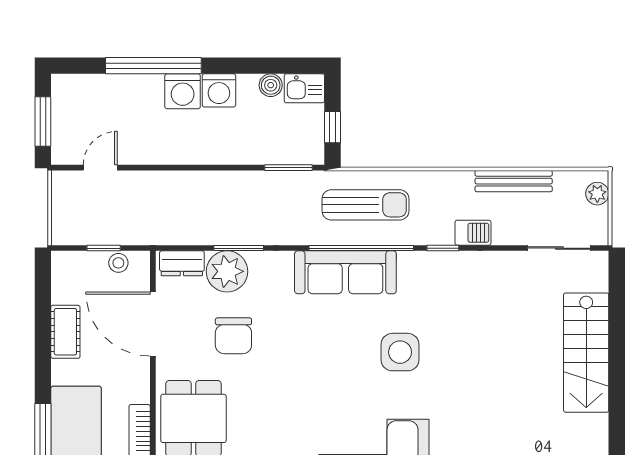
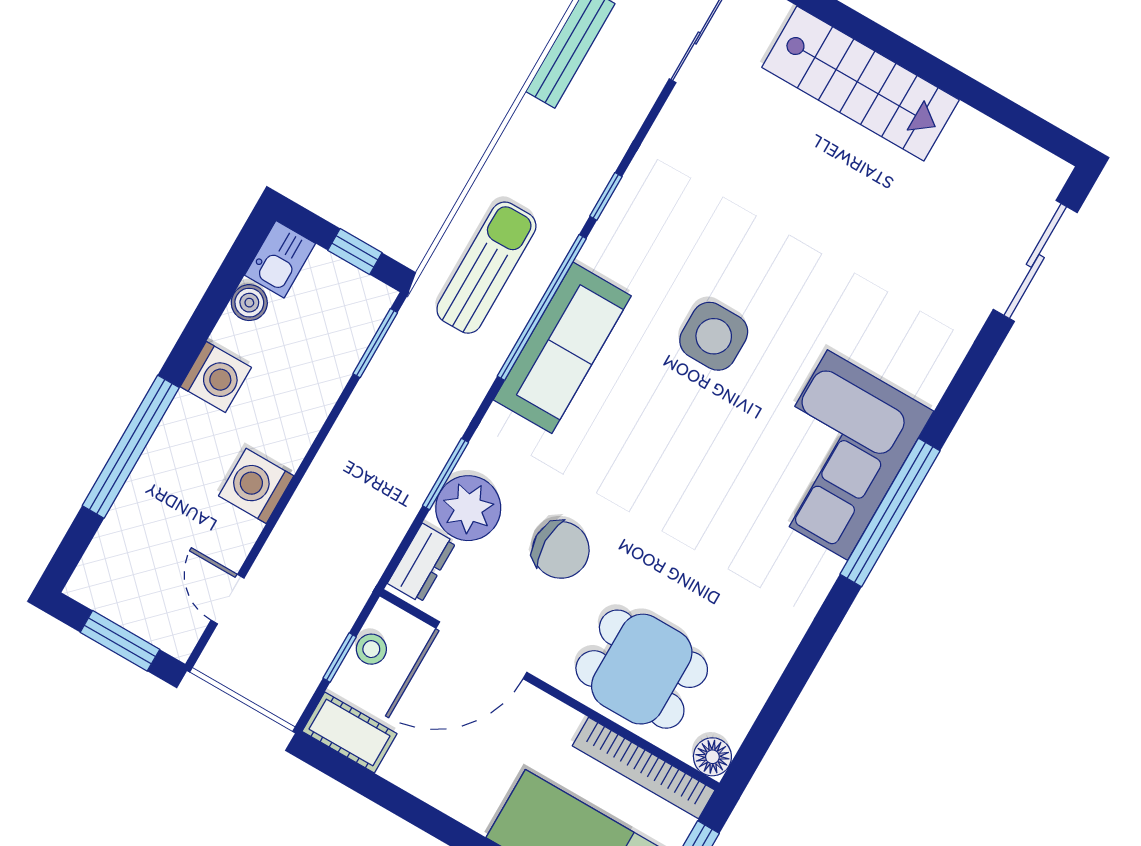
washing machine: (183, 91) -> (256, 486), moved, turned 180
barbecue: (473, 233) -> (609, 143), removed
cot: (65, 332) -> (350, 733), moved

